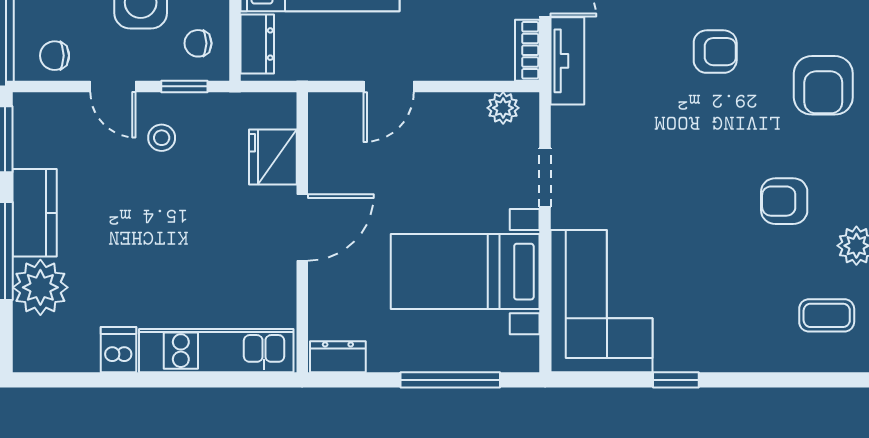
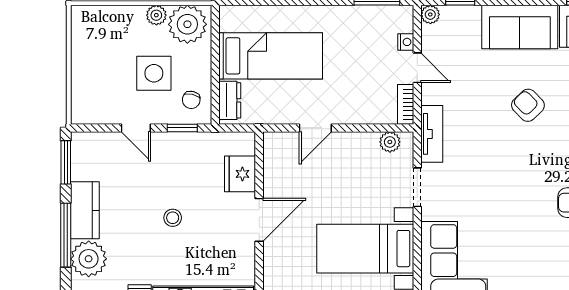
chair: (198, 43) -> (191, 100), turned -77
armchair: (715, 52) -> (528, 105), turned -134
chair: (55, 56) -> (98, 108), removed
tv unit: (567, 61) -> (432, 134), moved
stool: (162, 138) -> (173, 218), moved

